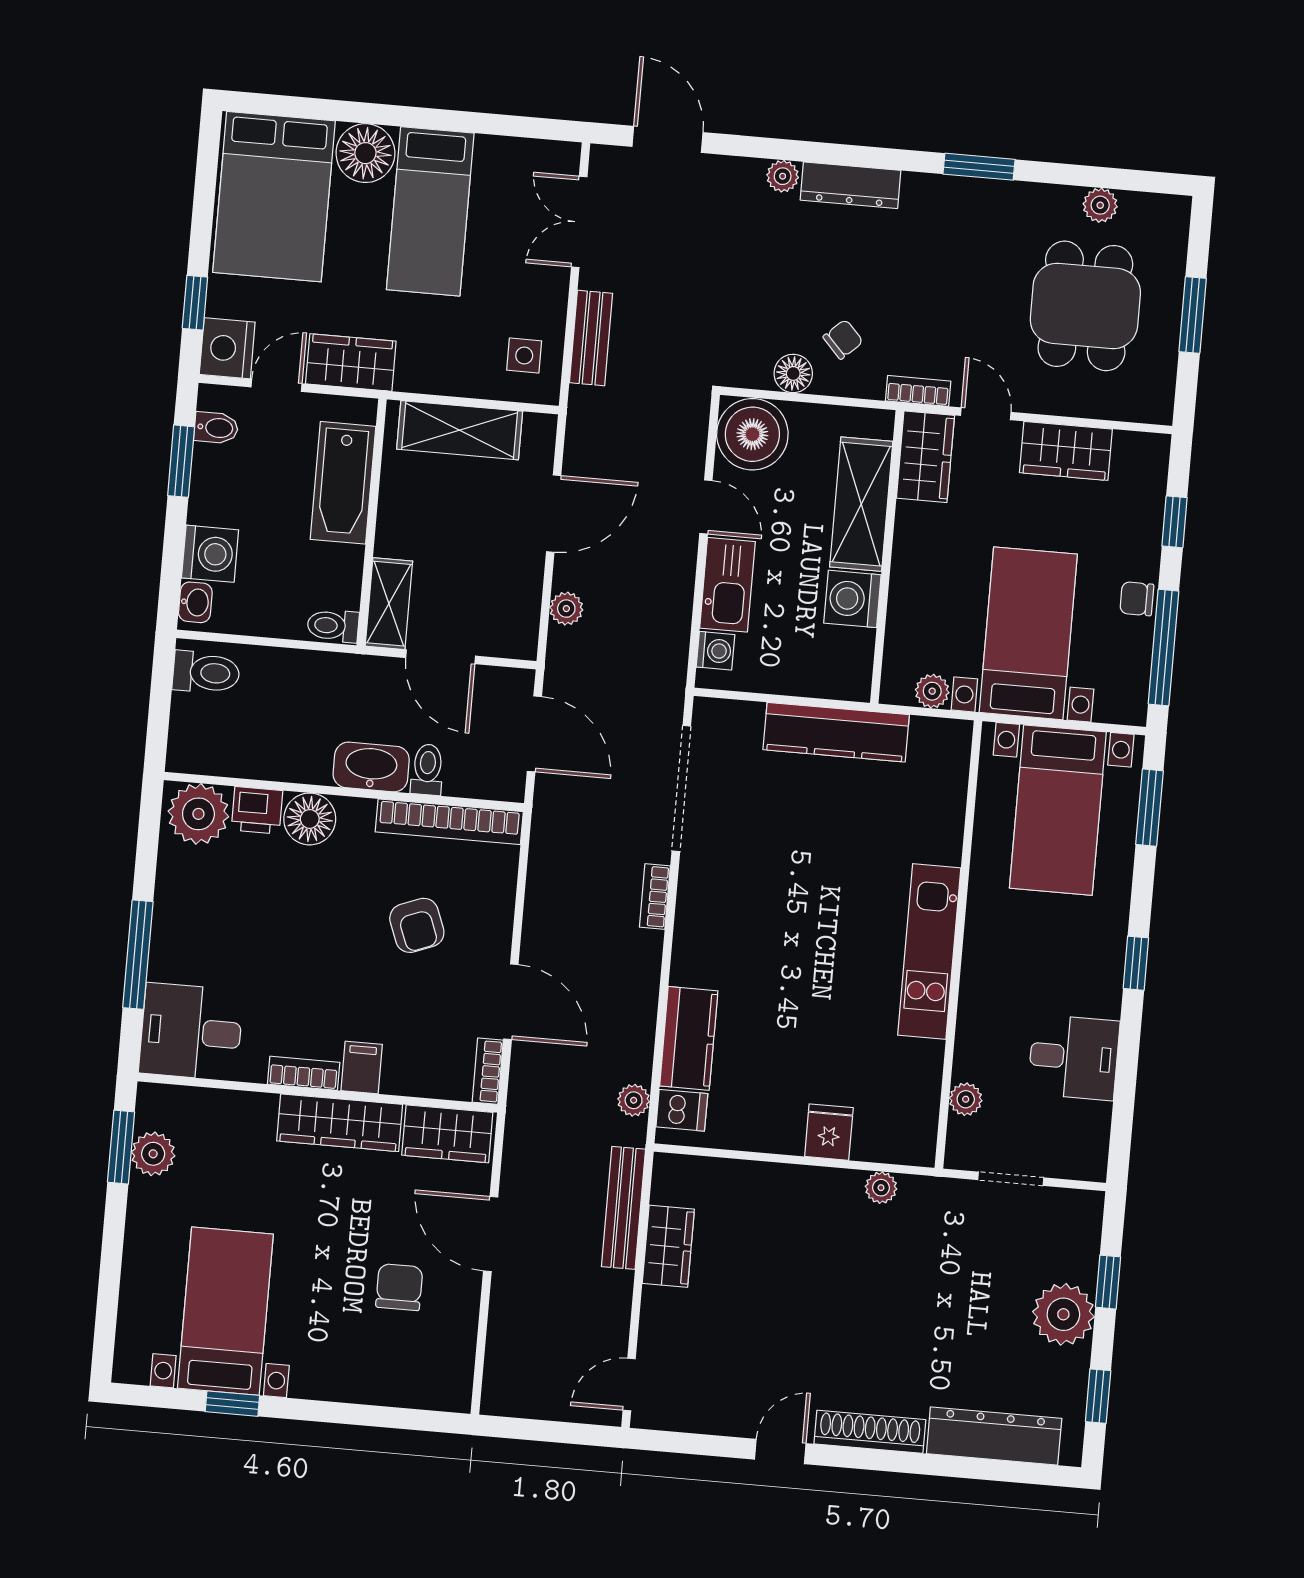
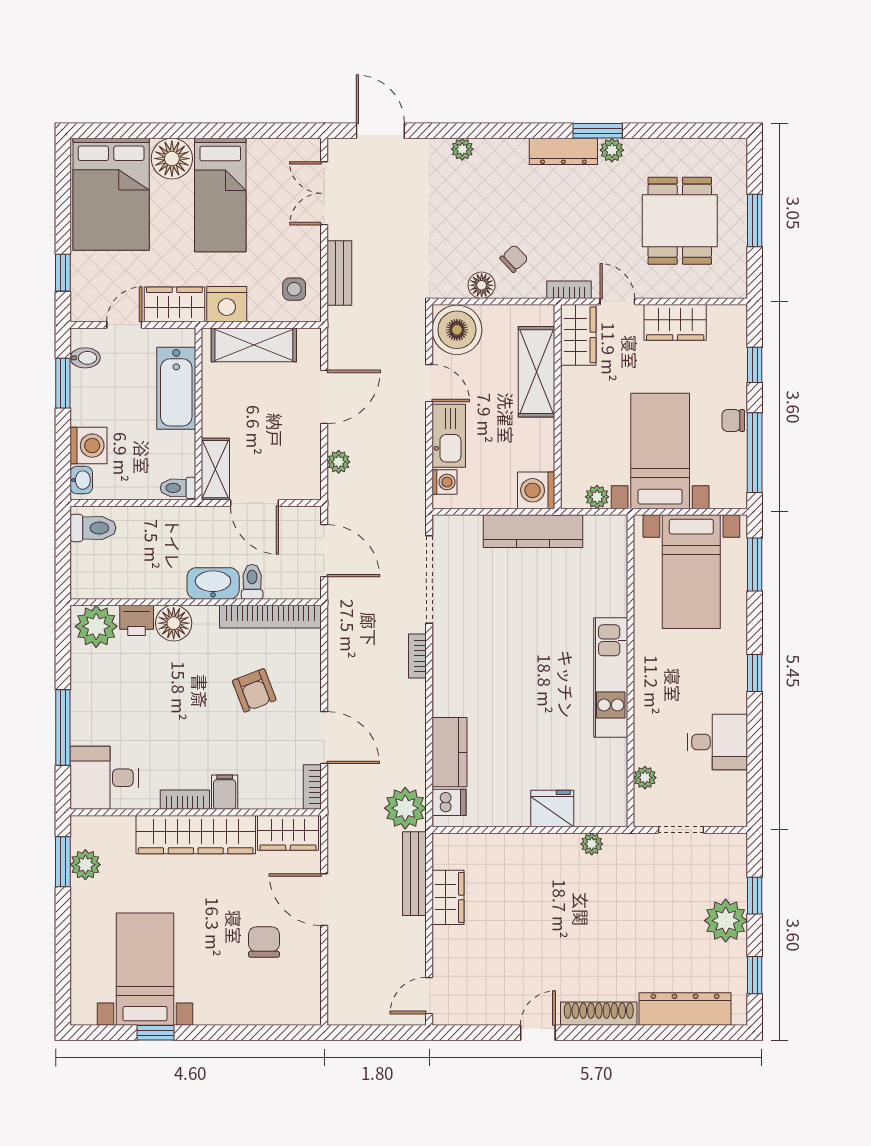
dresser: (850, 185) -> (563, 151), moved
plant: (1100, 205) -> (612, 150), moved
nightstand: (227, 348) -> (227, 304), moved, turned -90
washing machine: (852, 599) -> (536, 490), moved
plant: (634, 1100) -> (405, 808), width x1.88, depth x1.88
wardrobe: (340, 1123) -> (196, 835), width x1.40, depth x1.17
fridge: (829, 1132) -> (552, 809), width x1.38

